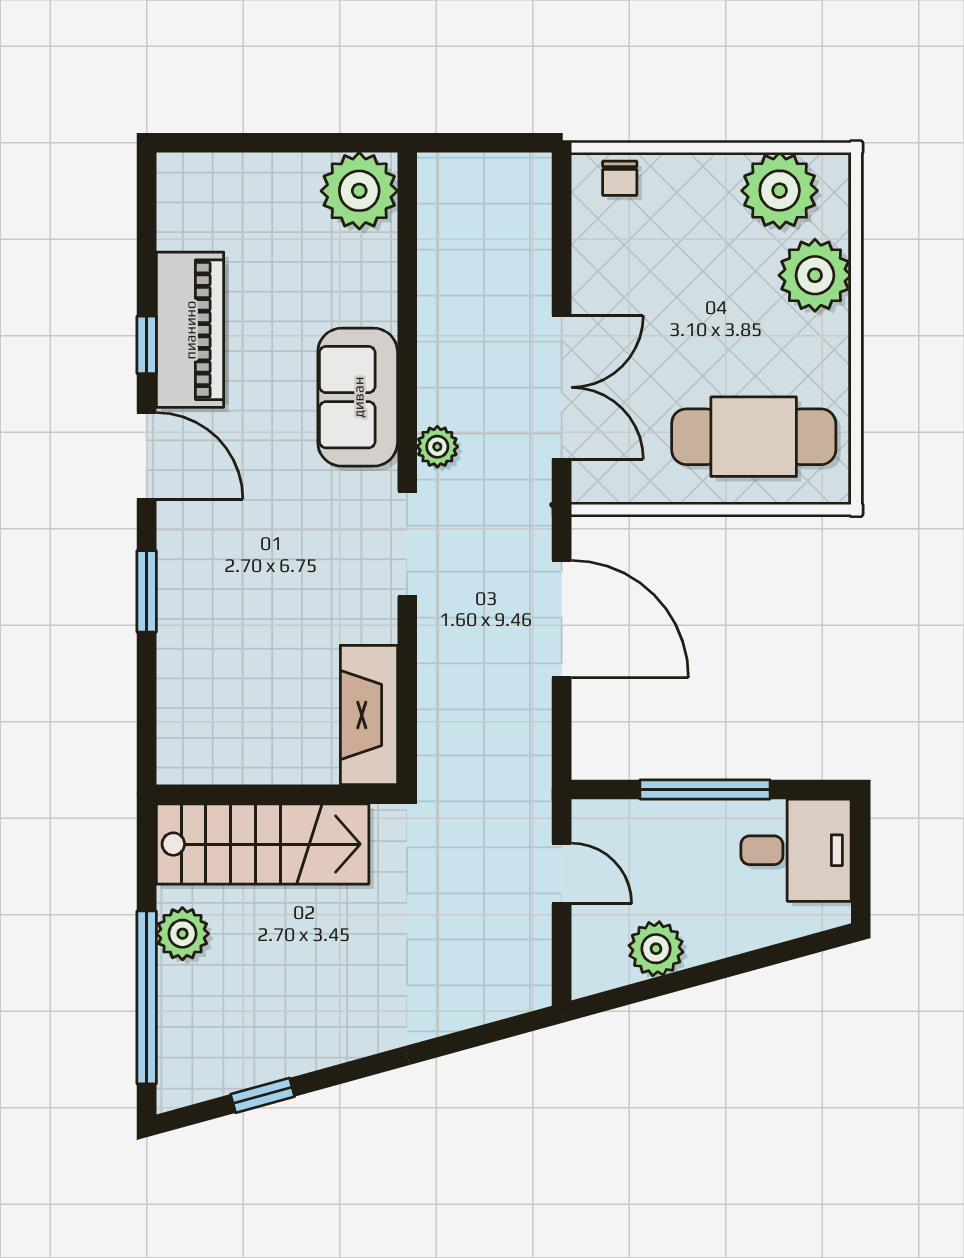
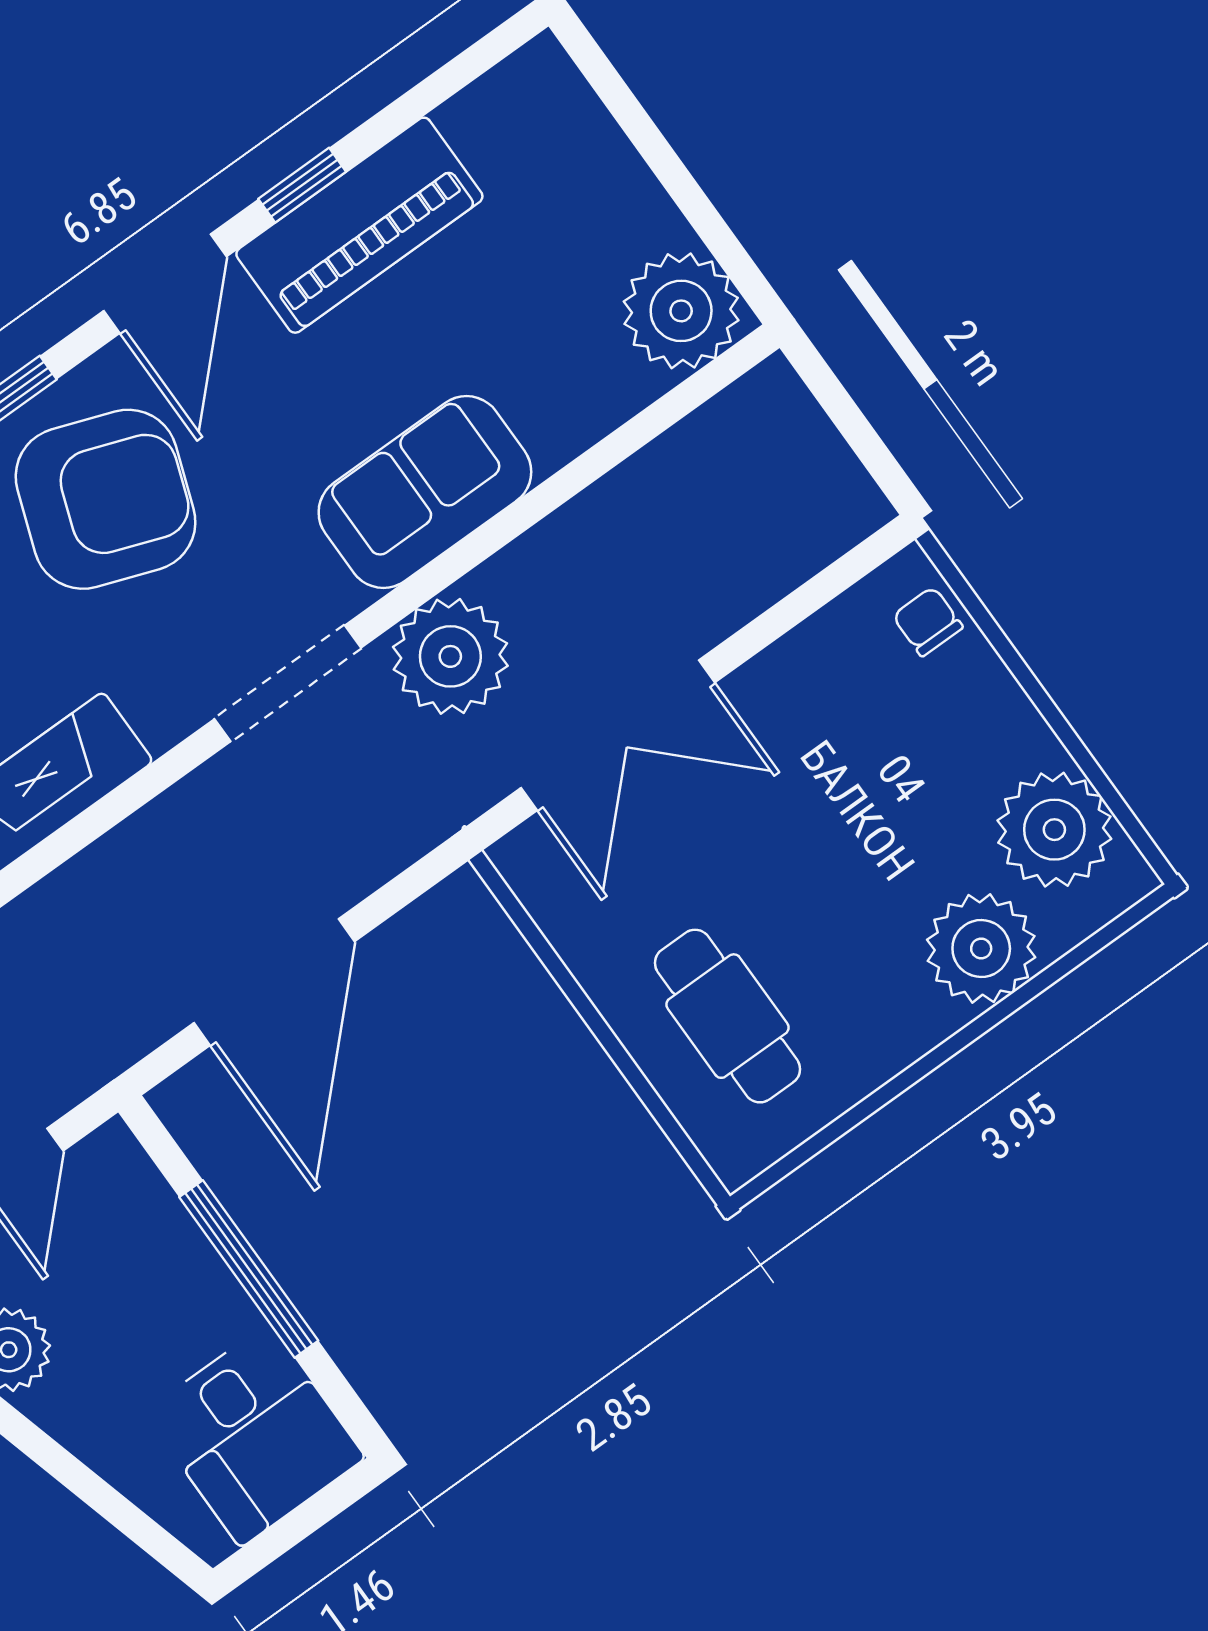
chair: (620, 178) -> (928, 621), turned 90
cafe table: (754, 437) -> (728, 1016), width x0.73, depth x0.74
plant: (437, 447) -> (450, 656), width x1.87, depth x1.87
armchair: (239, 571) -> (106, 499), added
door: (562, 619) -> (274, 982), moved

